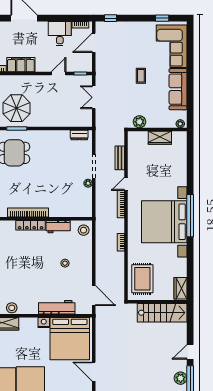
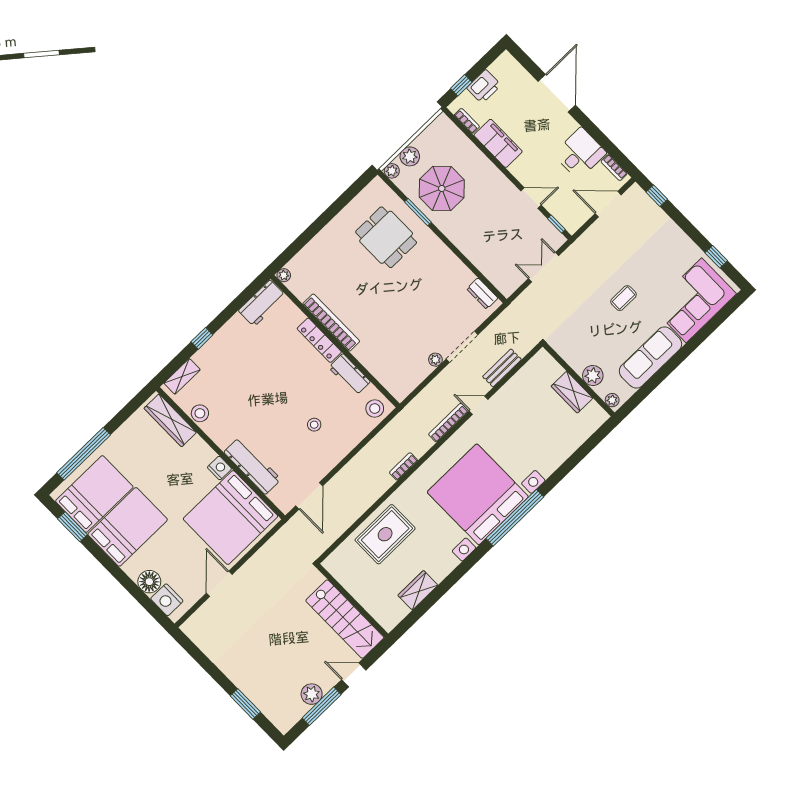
plant: (139, 122) -> (593, 376), moved
wall: (157, 302) -> (352, 601), moved
stairs: (162, 313) -> (345, 619), moved

